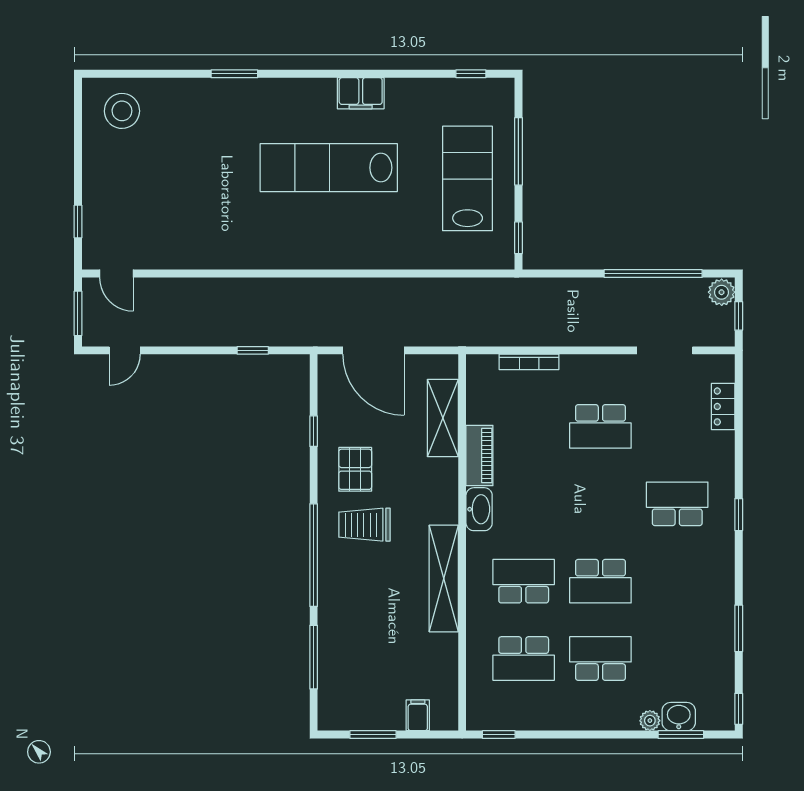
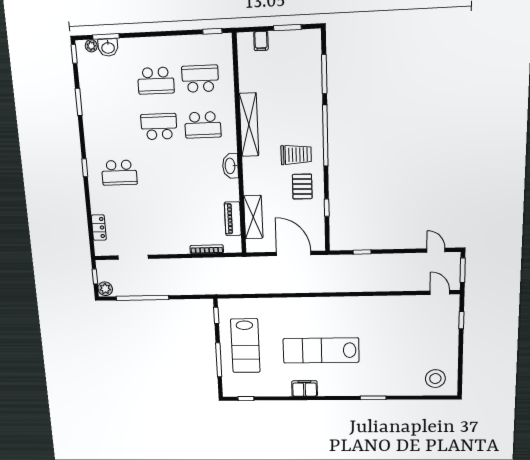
lab bench: (329, 168) -> (321, 350), turned 180
door: (125, 350) -> (436, 250), hinge flipped
school desk: (600, 426) -> (165, 215), removed
piano: (479, 455) -> (233, 219), moved
plant: (650, 721) -> (91, 46), moved

